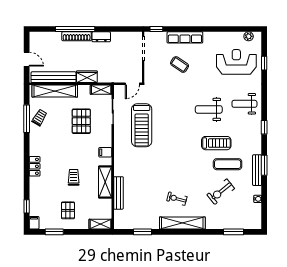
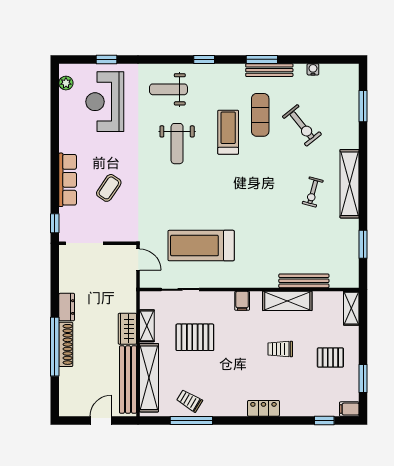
shelving: (101, 90) -> (147, 326), moved
weight bench: (244, 104) -> (168, 89), turned 90
treadmill: (142, 125) -> (201, 246), turned 180

